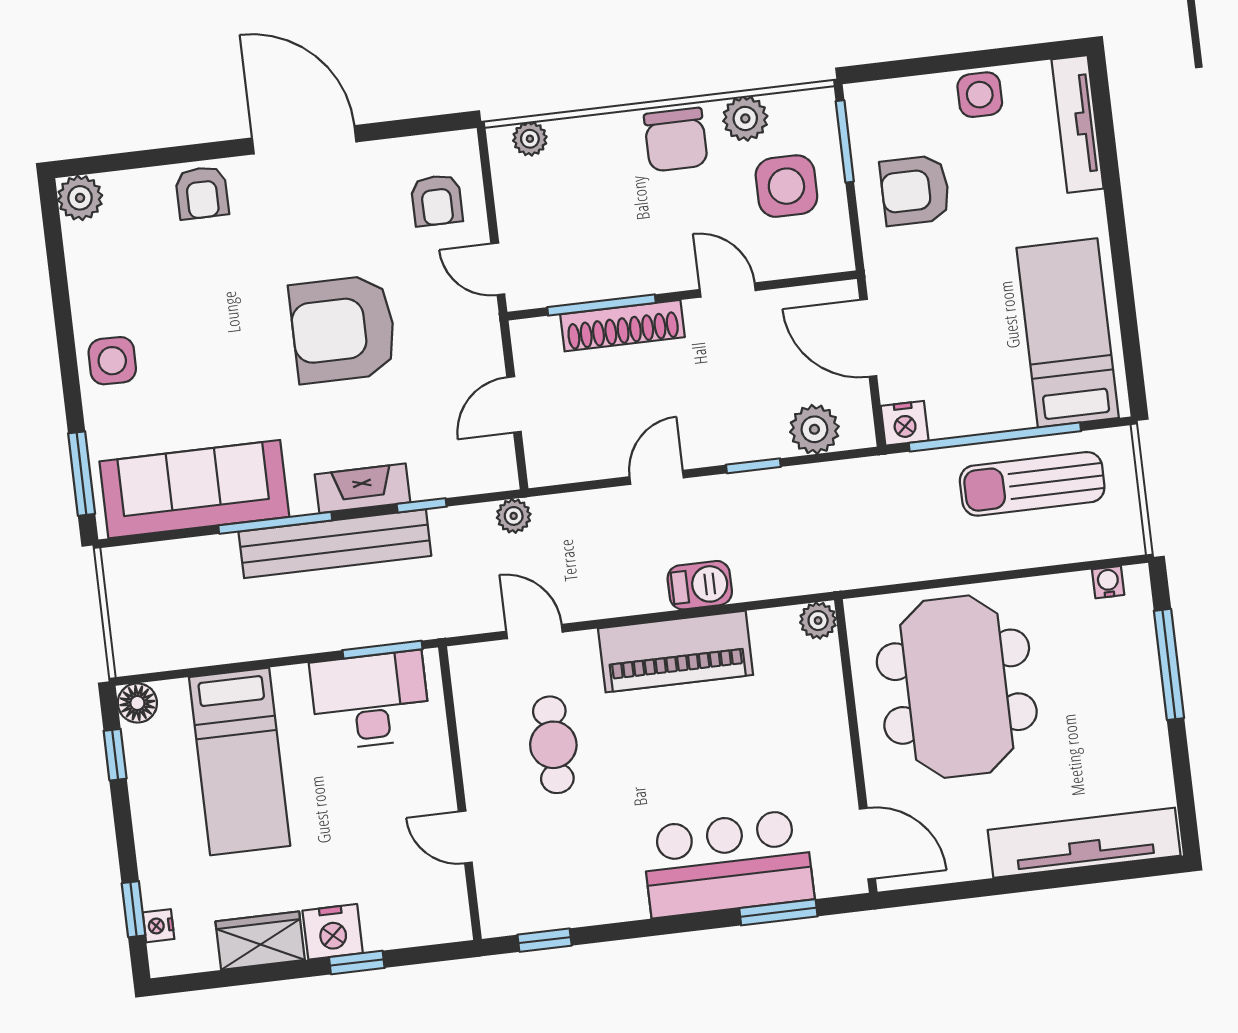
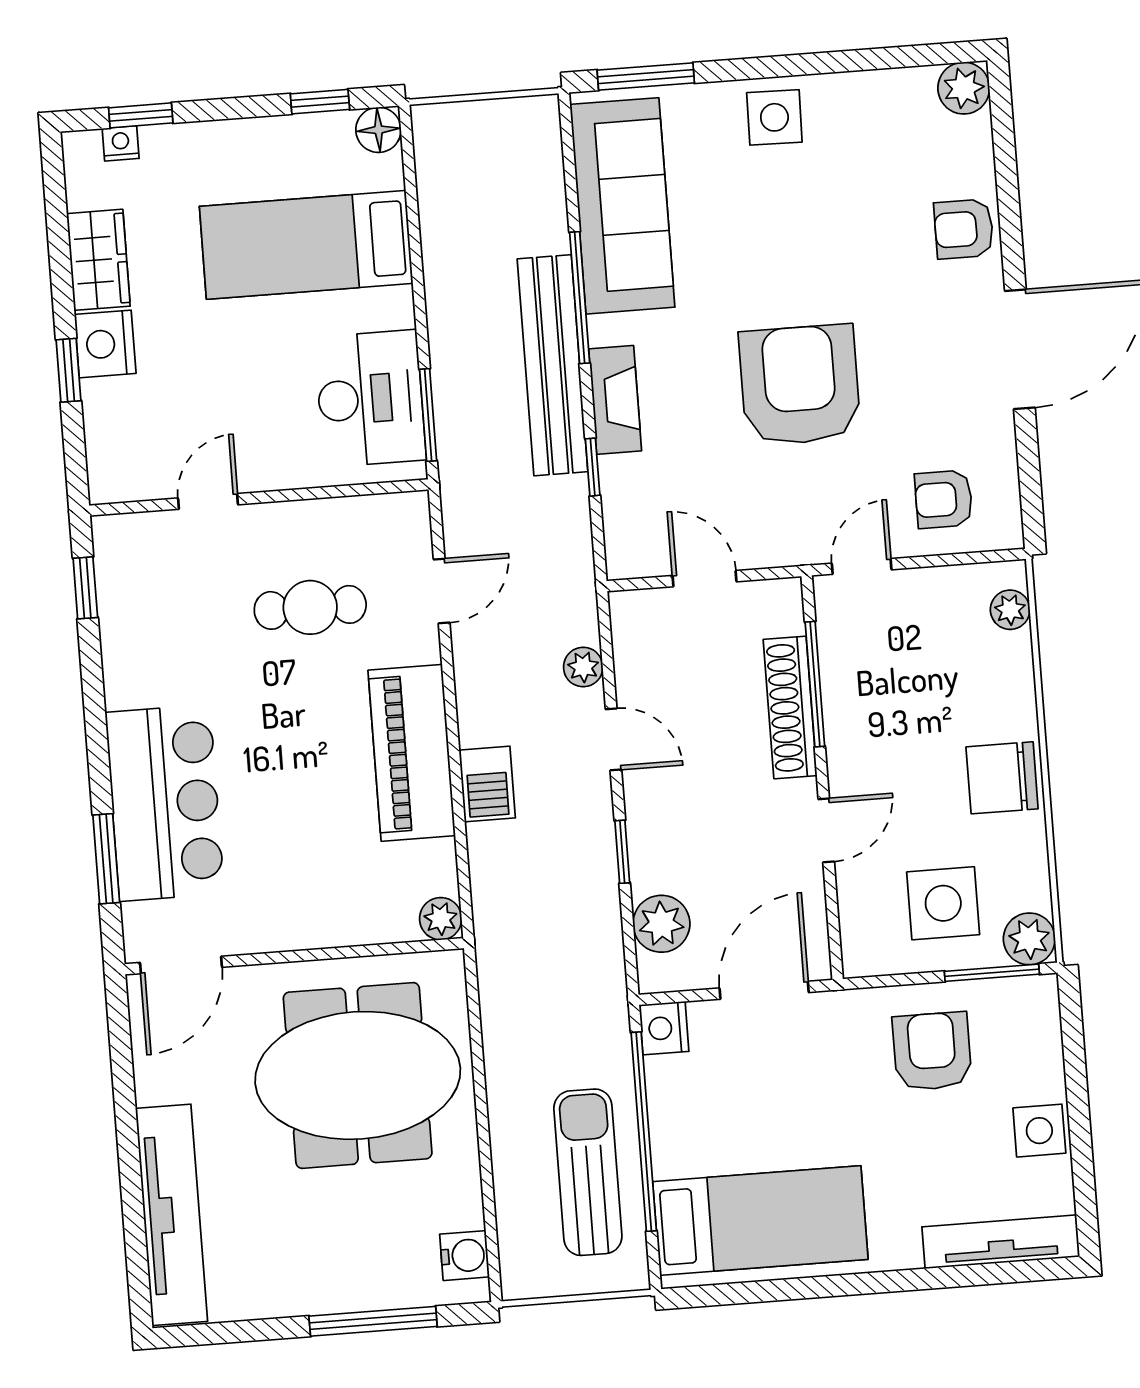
plant: (745, 118) -> (1029, 939), moved
plant: (514, 516) -> (583, 667), moved
water cooler: (1108, 582) -> (465, 1256), width x1.38, depth x1.38

